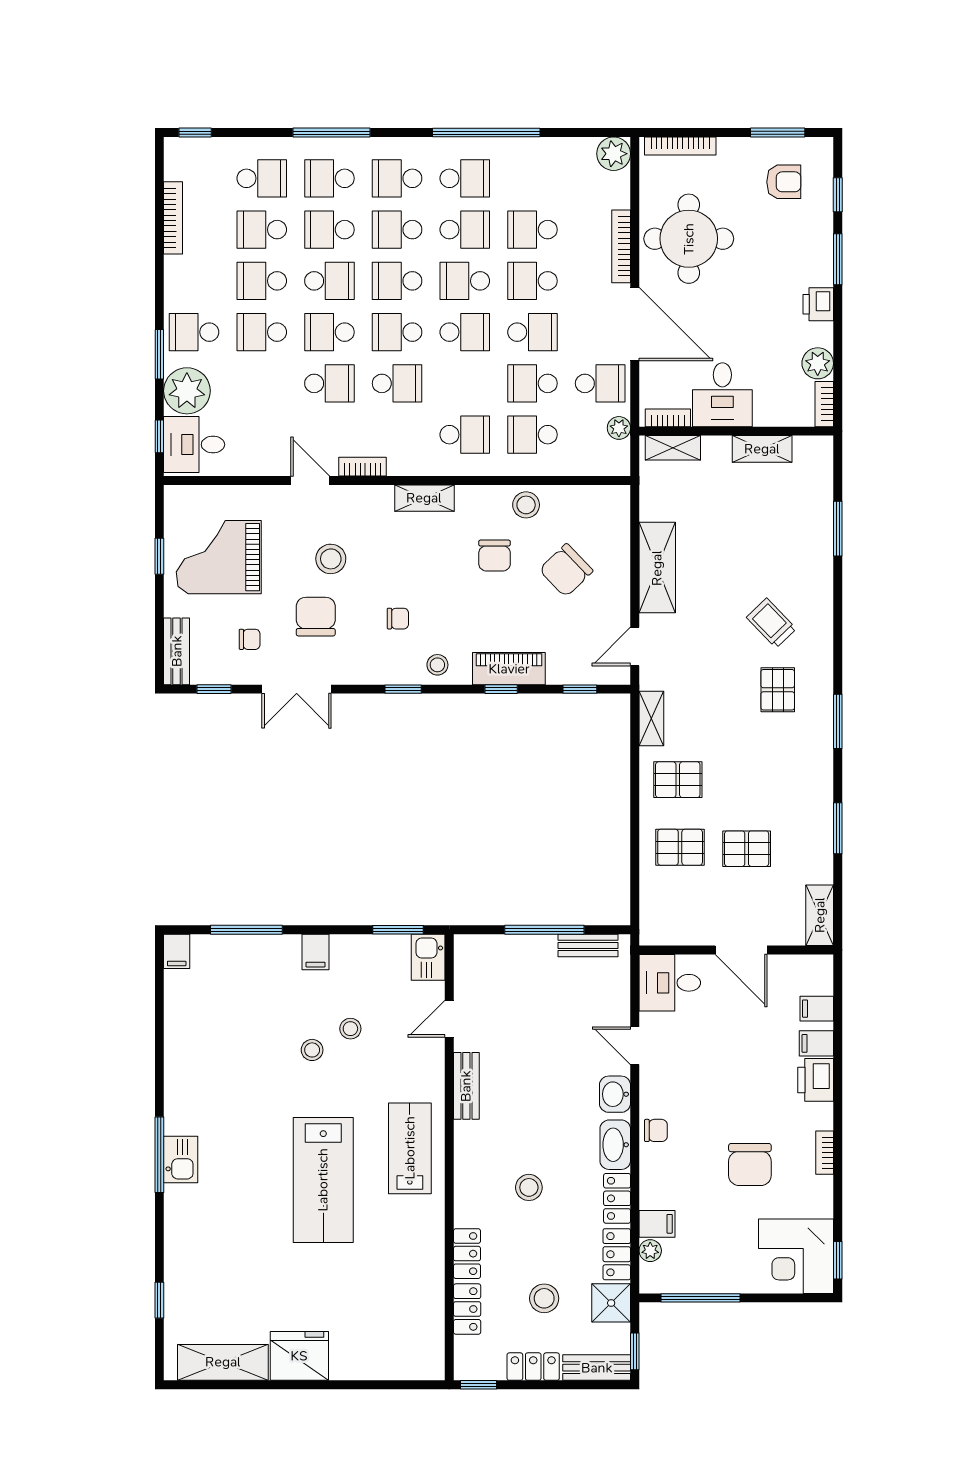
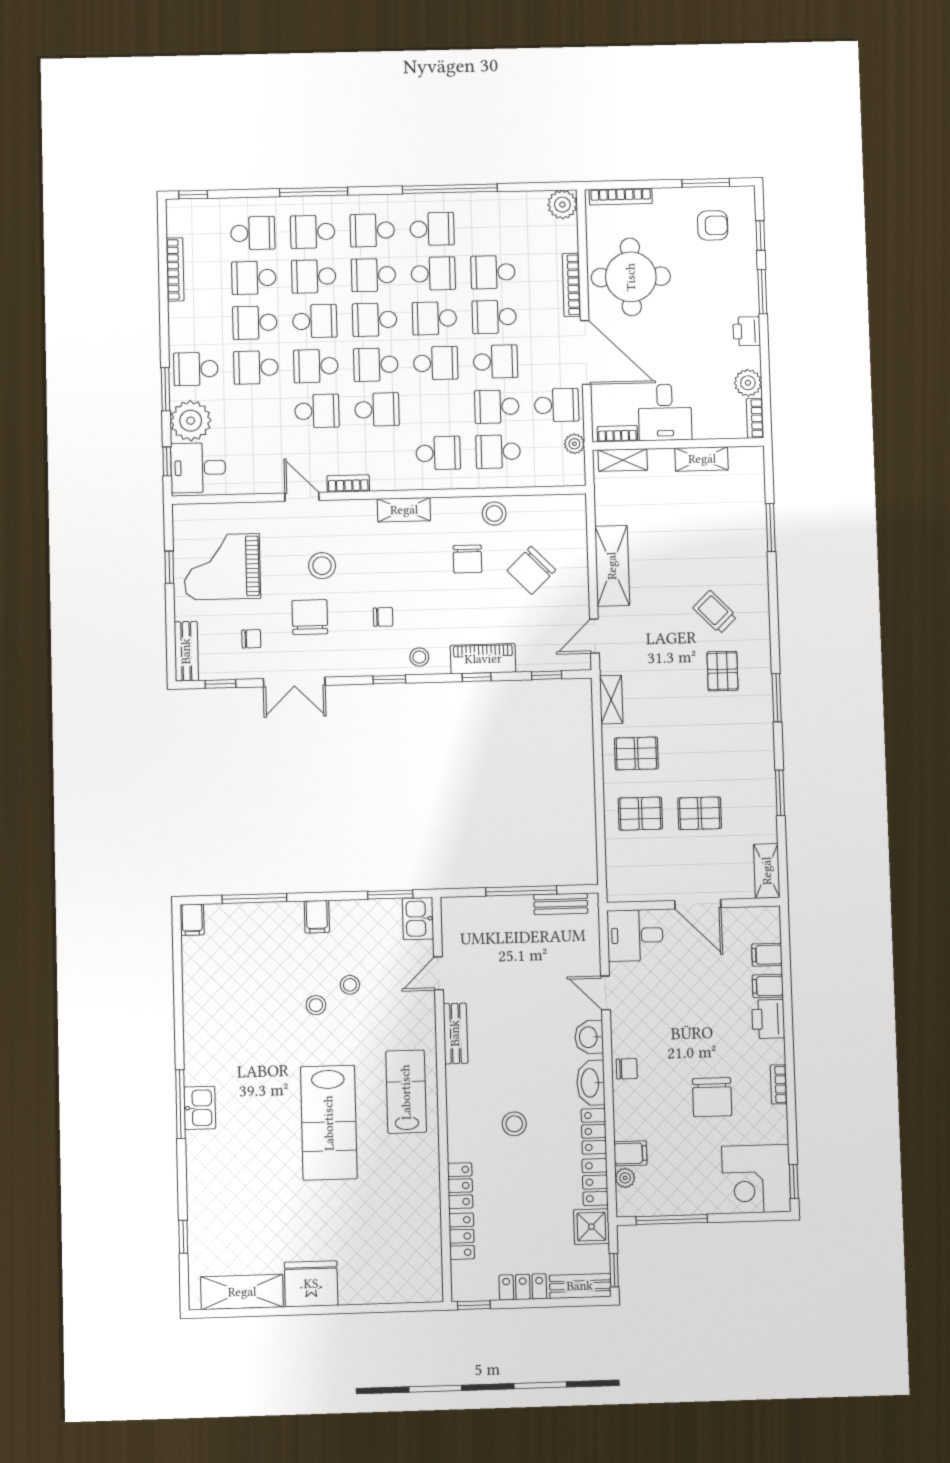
stool: (544, 1298) -> (531, 1224), removed

